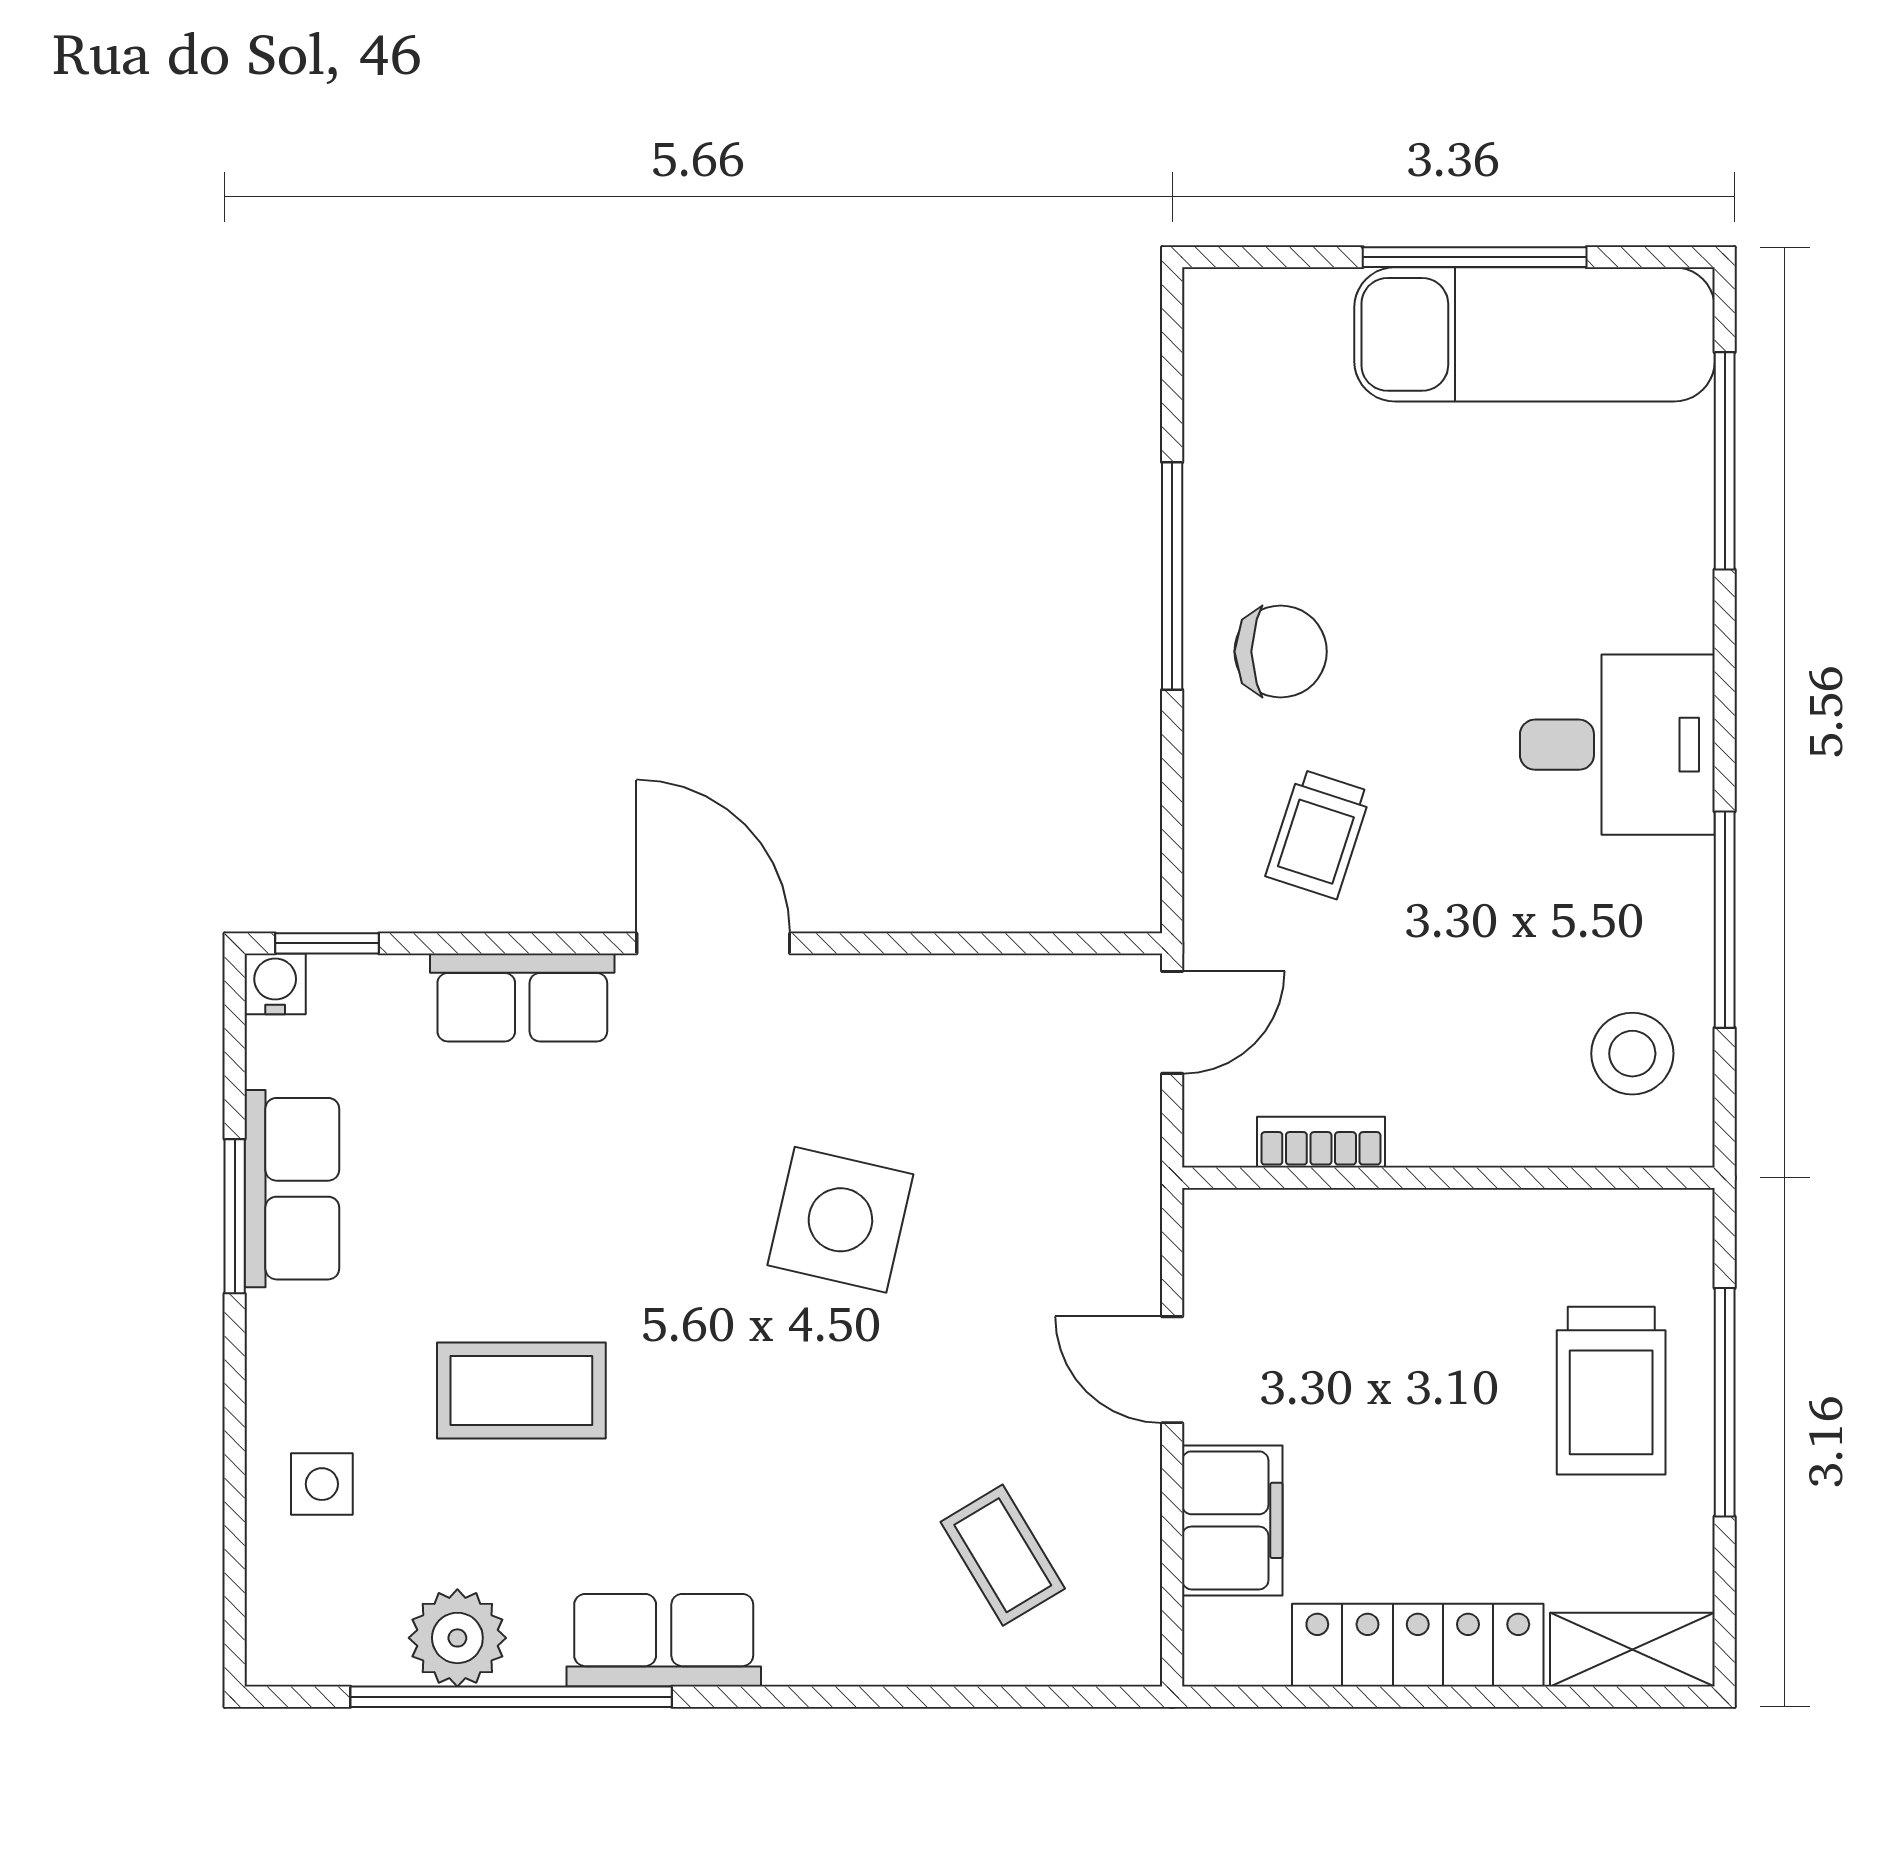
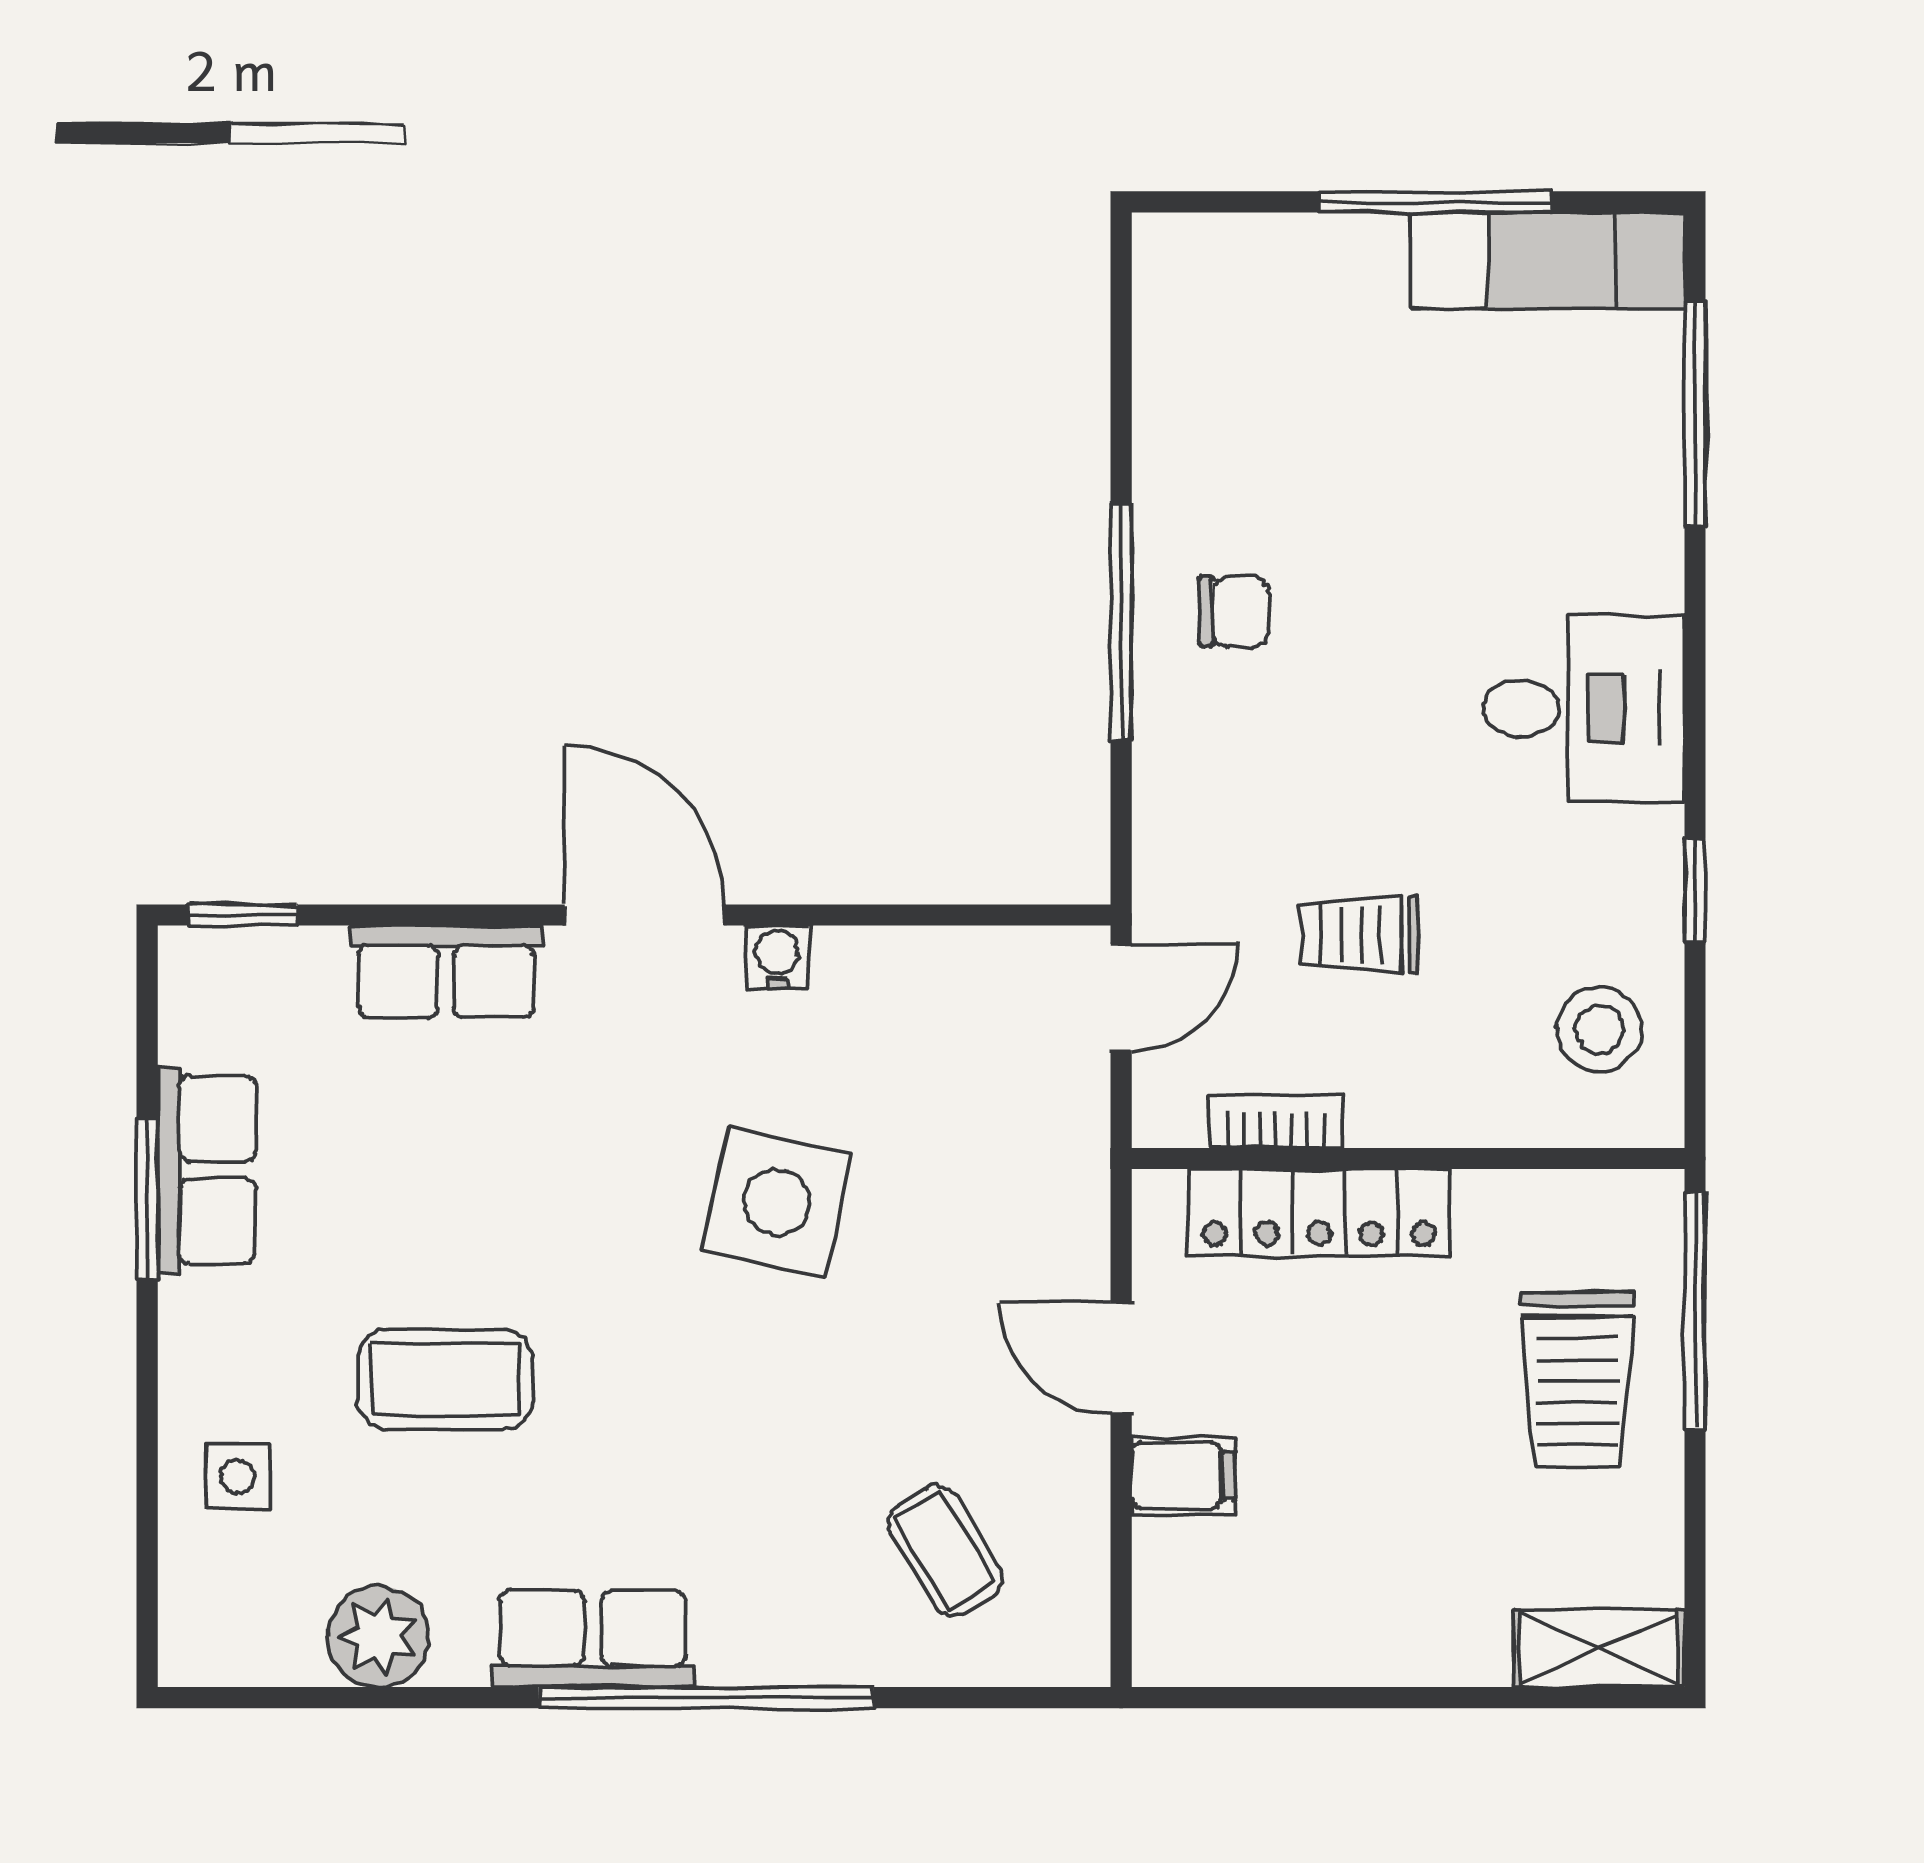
exam couch: (1534, 334) -> (1547, 260), width x0.73, depth x0.69
window: (1172, 576) -> (1121, 622), moved
chair: (1281, 652) -> (1234, 612), width x0.73, depth x0.73
trolley: (1318, 834) -> (1359, 935), moved, turned 72
window: (1725, 920) -> (1695, 890), width x0.46
water cooler: (275, 984) -> (778, 957), moved
window: (1725, 1402) -> (1695, 1311), moved
filing cabinet: (1232, 1520) -> (1184, 1475), width x0.50
locker: (1418, 1645) -> (1319, 1212), moved, turned 180
window: (511, 1697) -> (706, 1698), moved

